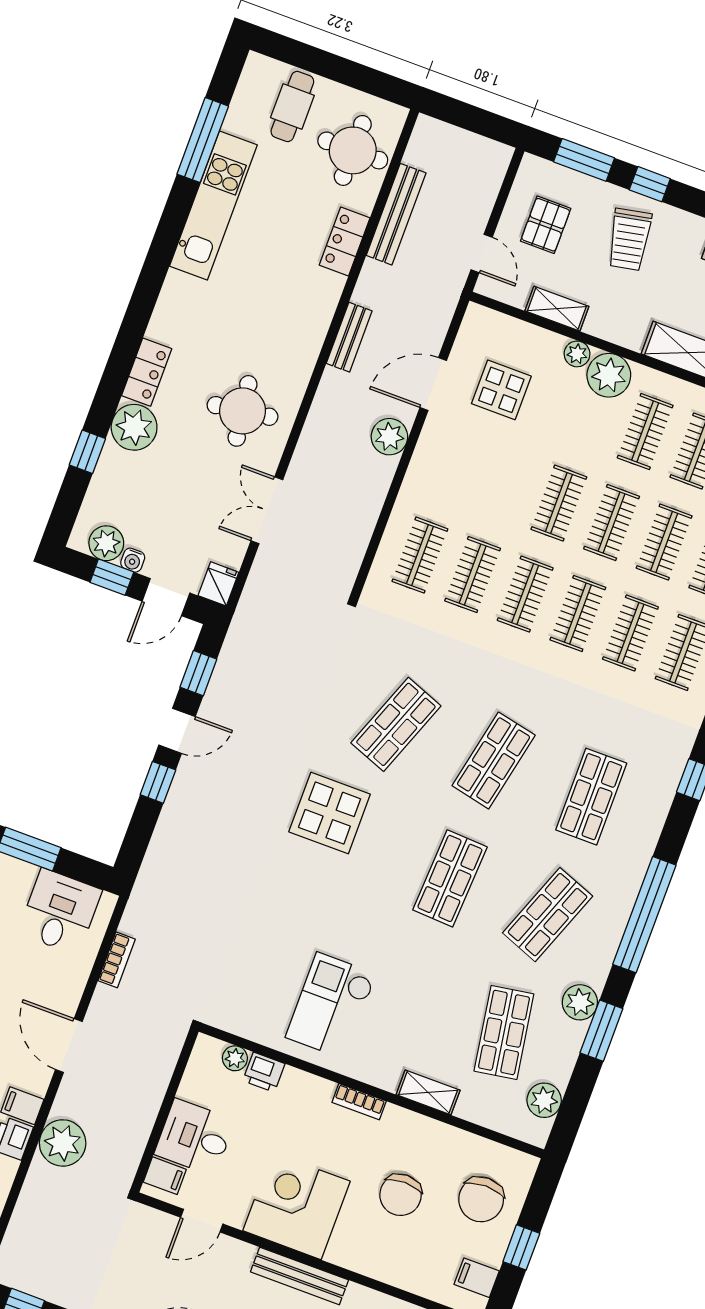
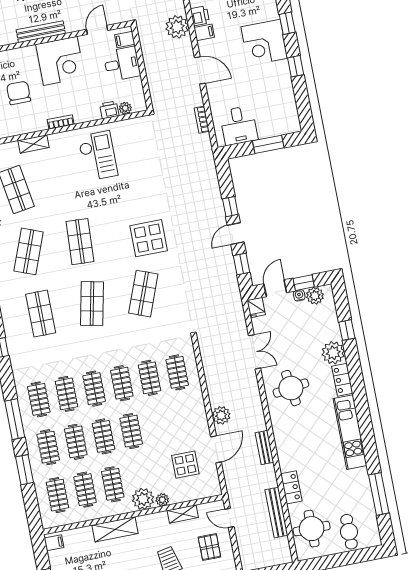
kitchen unit: (213, 206) -> (350, 432), moved

